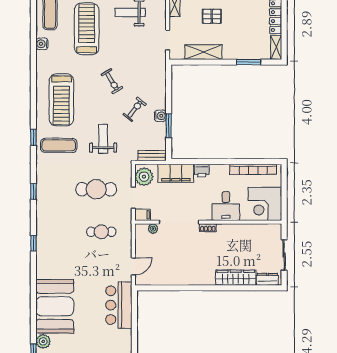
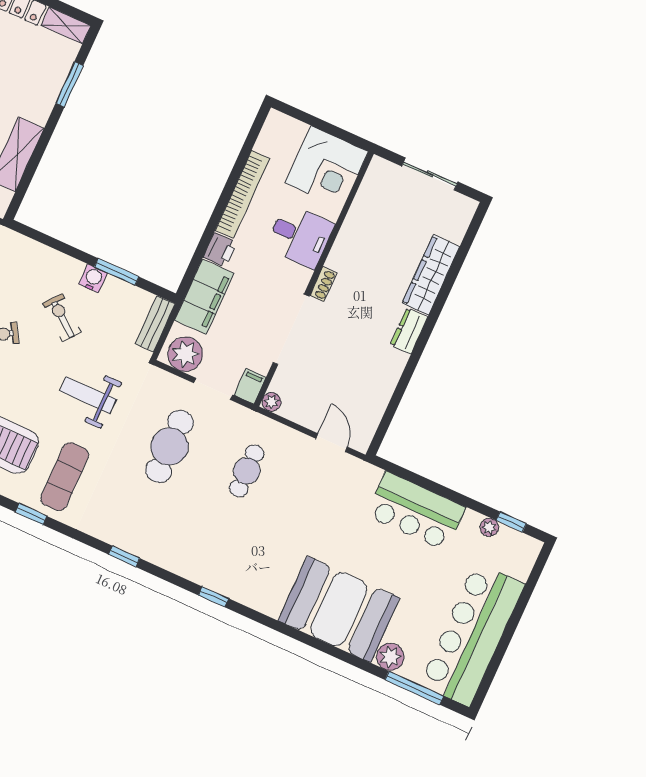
bookcase: (253, 169) -> (242, 194), moved
plant: (153, 229) -> (271, 402), moved
dresser: (267, 279) -> (409, 331), moved
bar counter: (119, 305) -> (416, 511), moved

